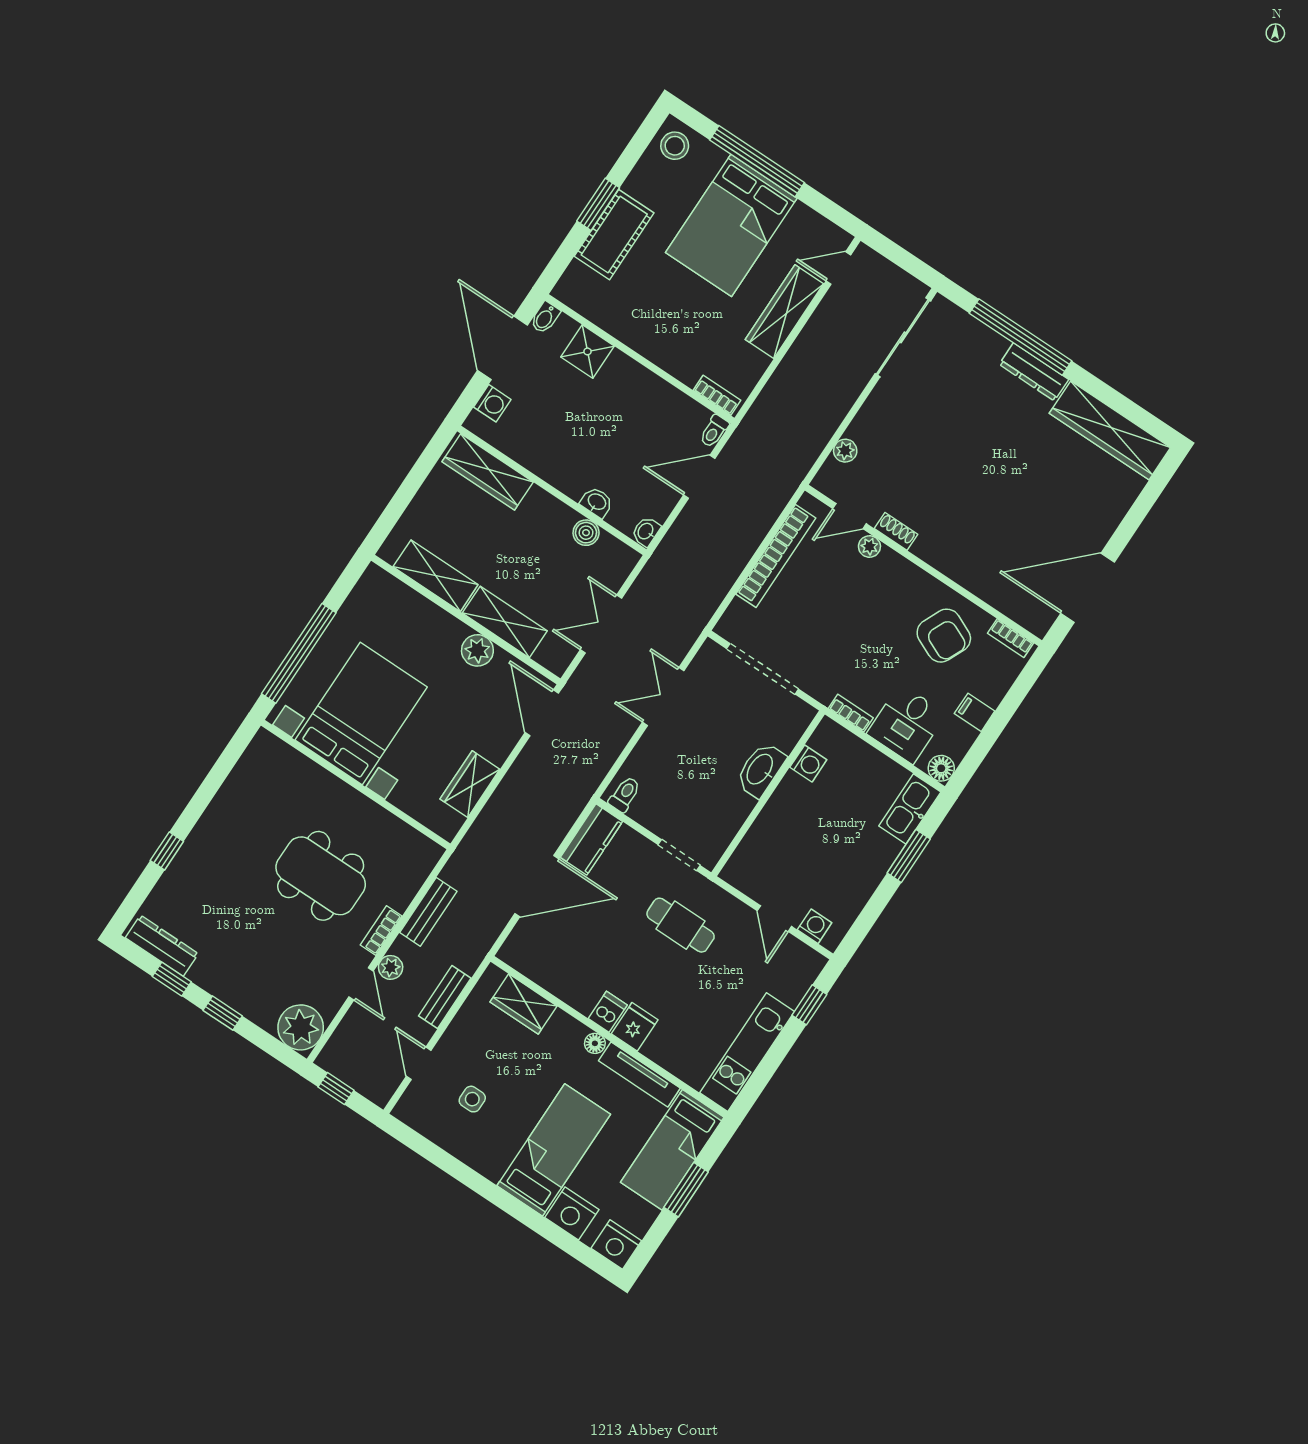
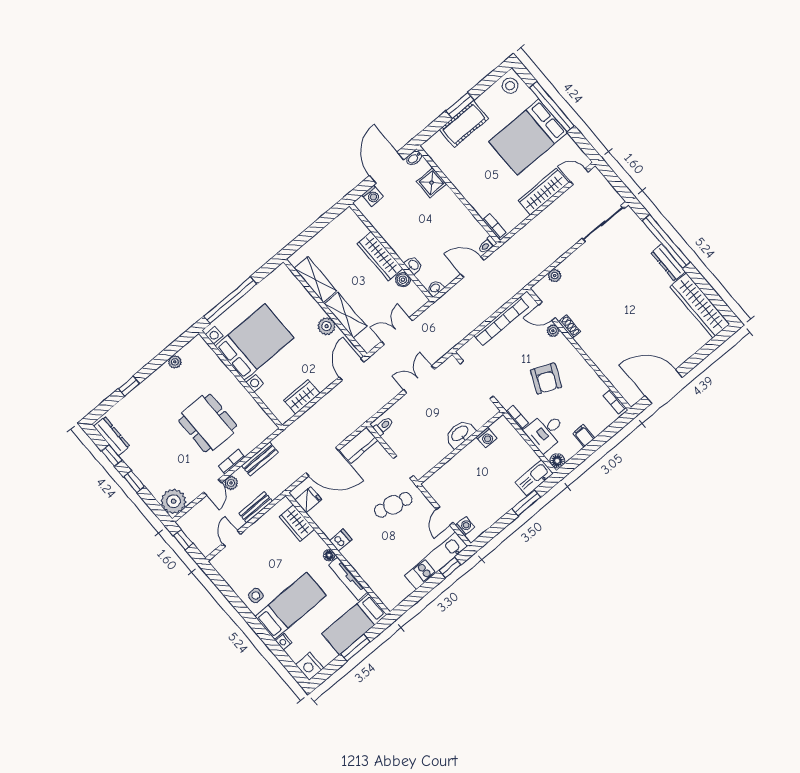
wardrobe: (488, 472) -> (380, 256), moved
armchair: (944, 636) -> (546, 379), moved
plant: (234, 787) -> (175, 362), added
cafe table: (681, 925) -> (393, 505), turned -75
fridge: (635, 1027) -> (308, 500), moved
kitchen unit: (747, 1052) -> (436, 561), moved
side table: (472, 1099) -> (256, 595), moved
nightstand: (572, 1213) -> (284, 642), width x0.53, depth x0.56

